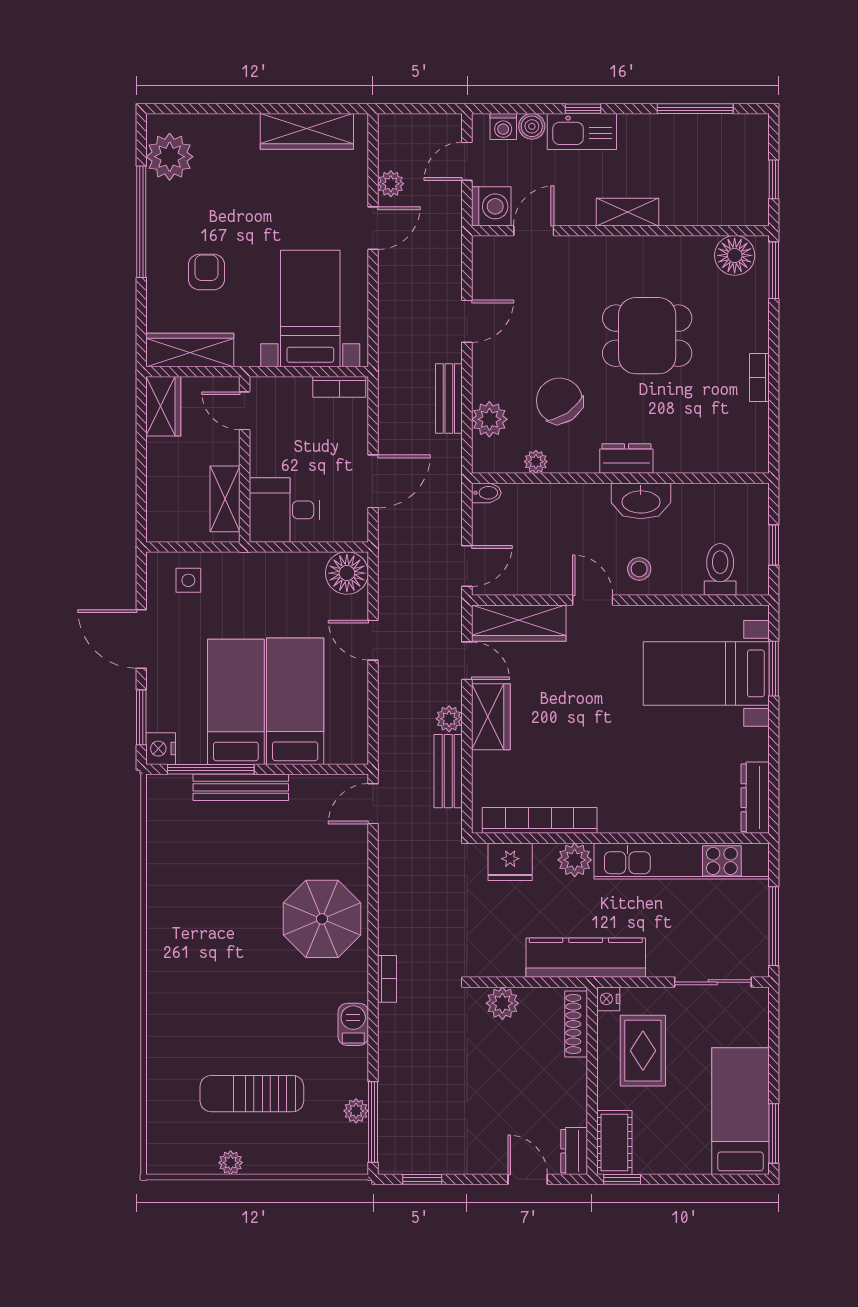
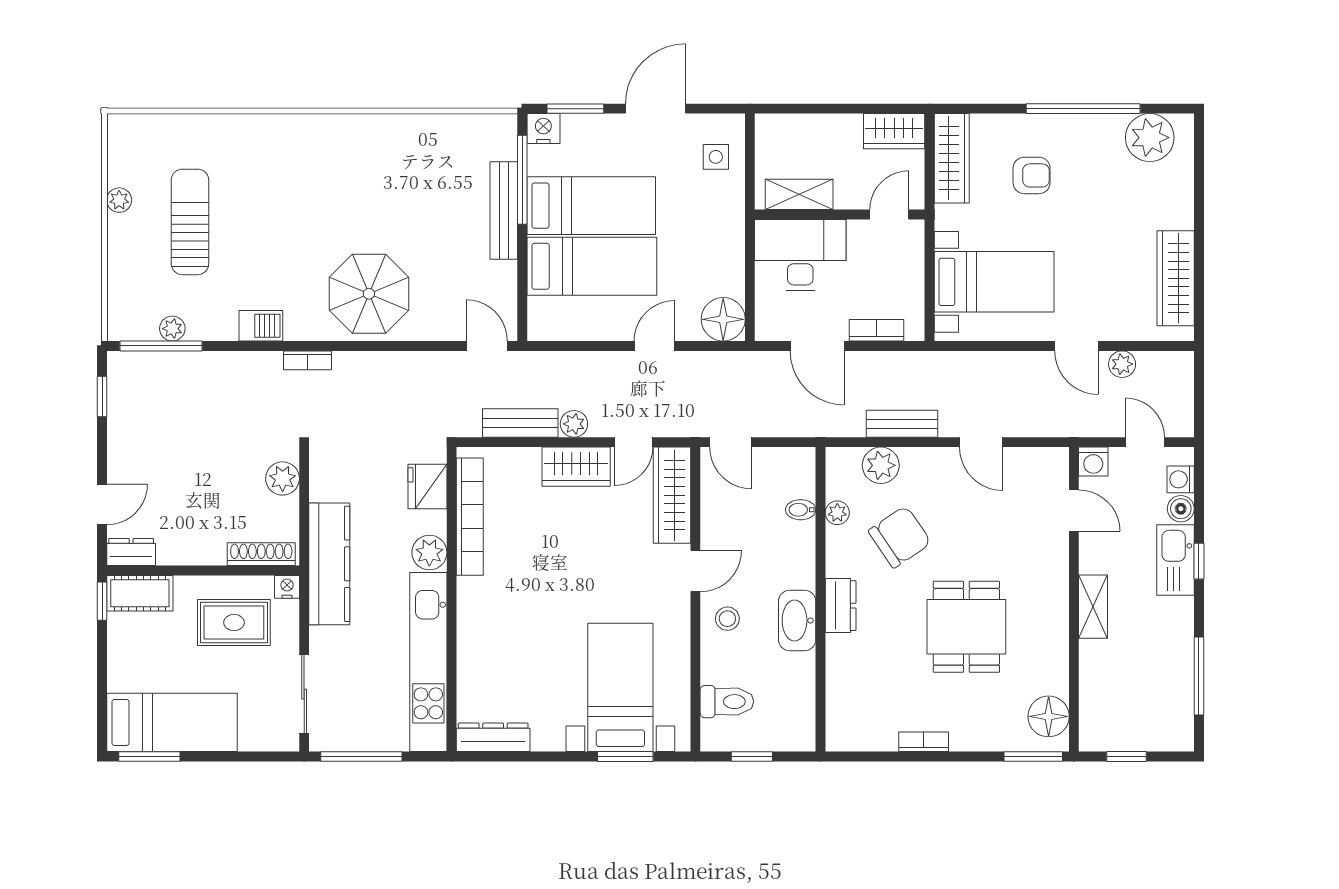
washing machine: (491, 206) -> (1093, 462), width x0.73, depth x0.73
bookcase: (339, 387) -> (877, 330), moved, turned 90
bidet: (486, 493) -> (801, 510), moved, turned 90
desk: (284, 510) -> (800, 255), width x1.37

